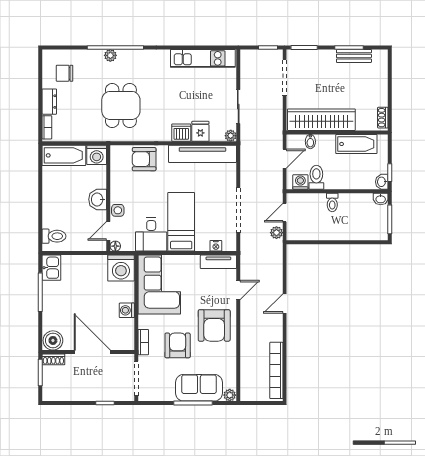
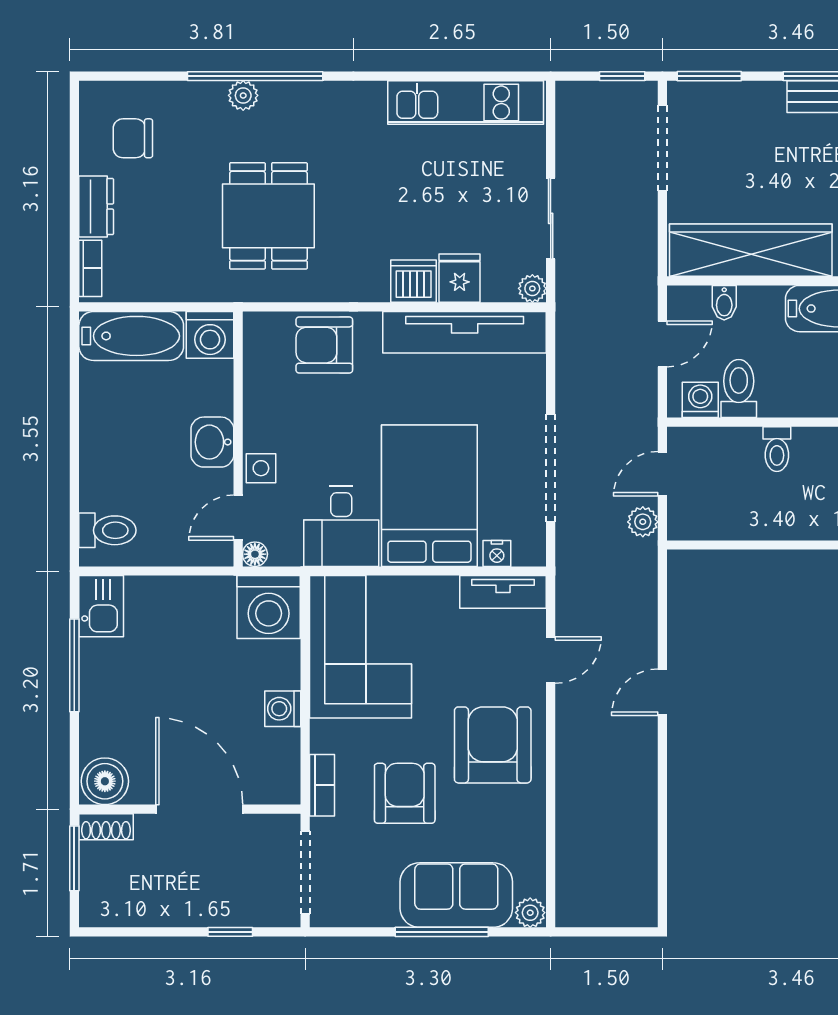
bed: (181, 222) -> (429, 496), width x1.50
armchair: (214, 325) -> (493, 745), turned 180
bookcase: (276, 370) -> (642, 853), removed

